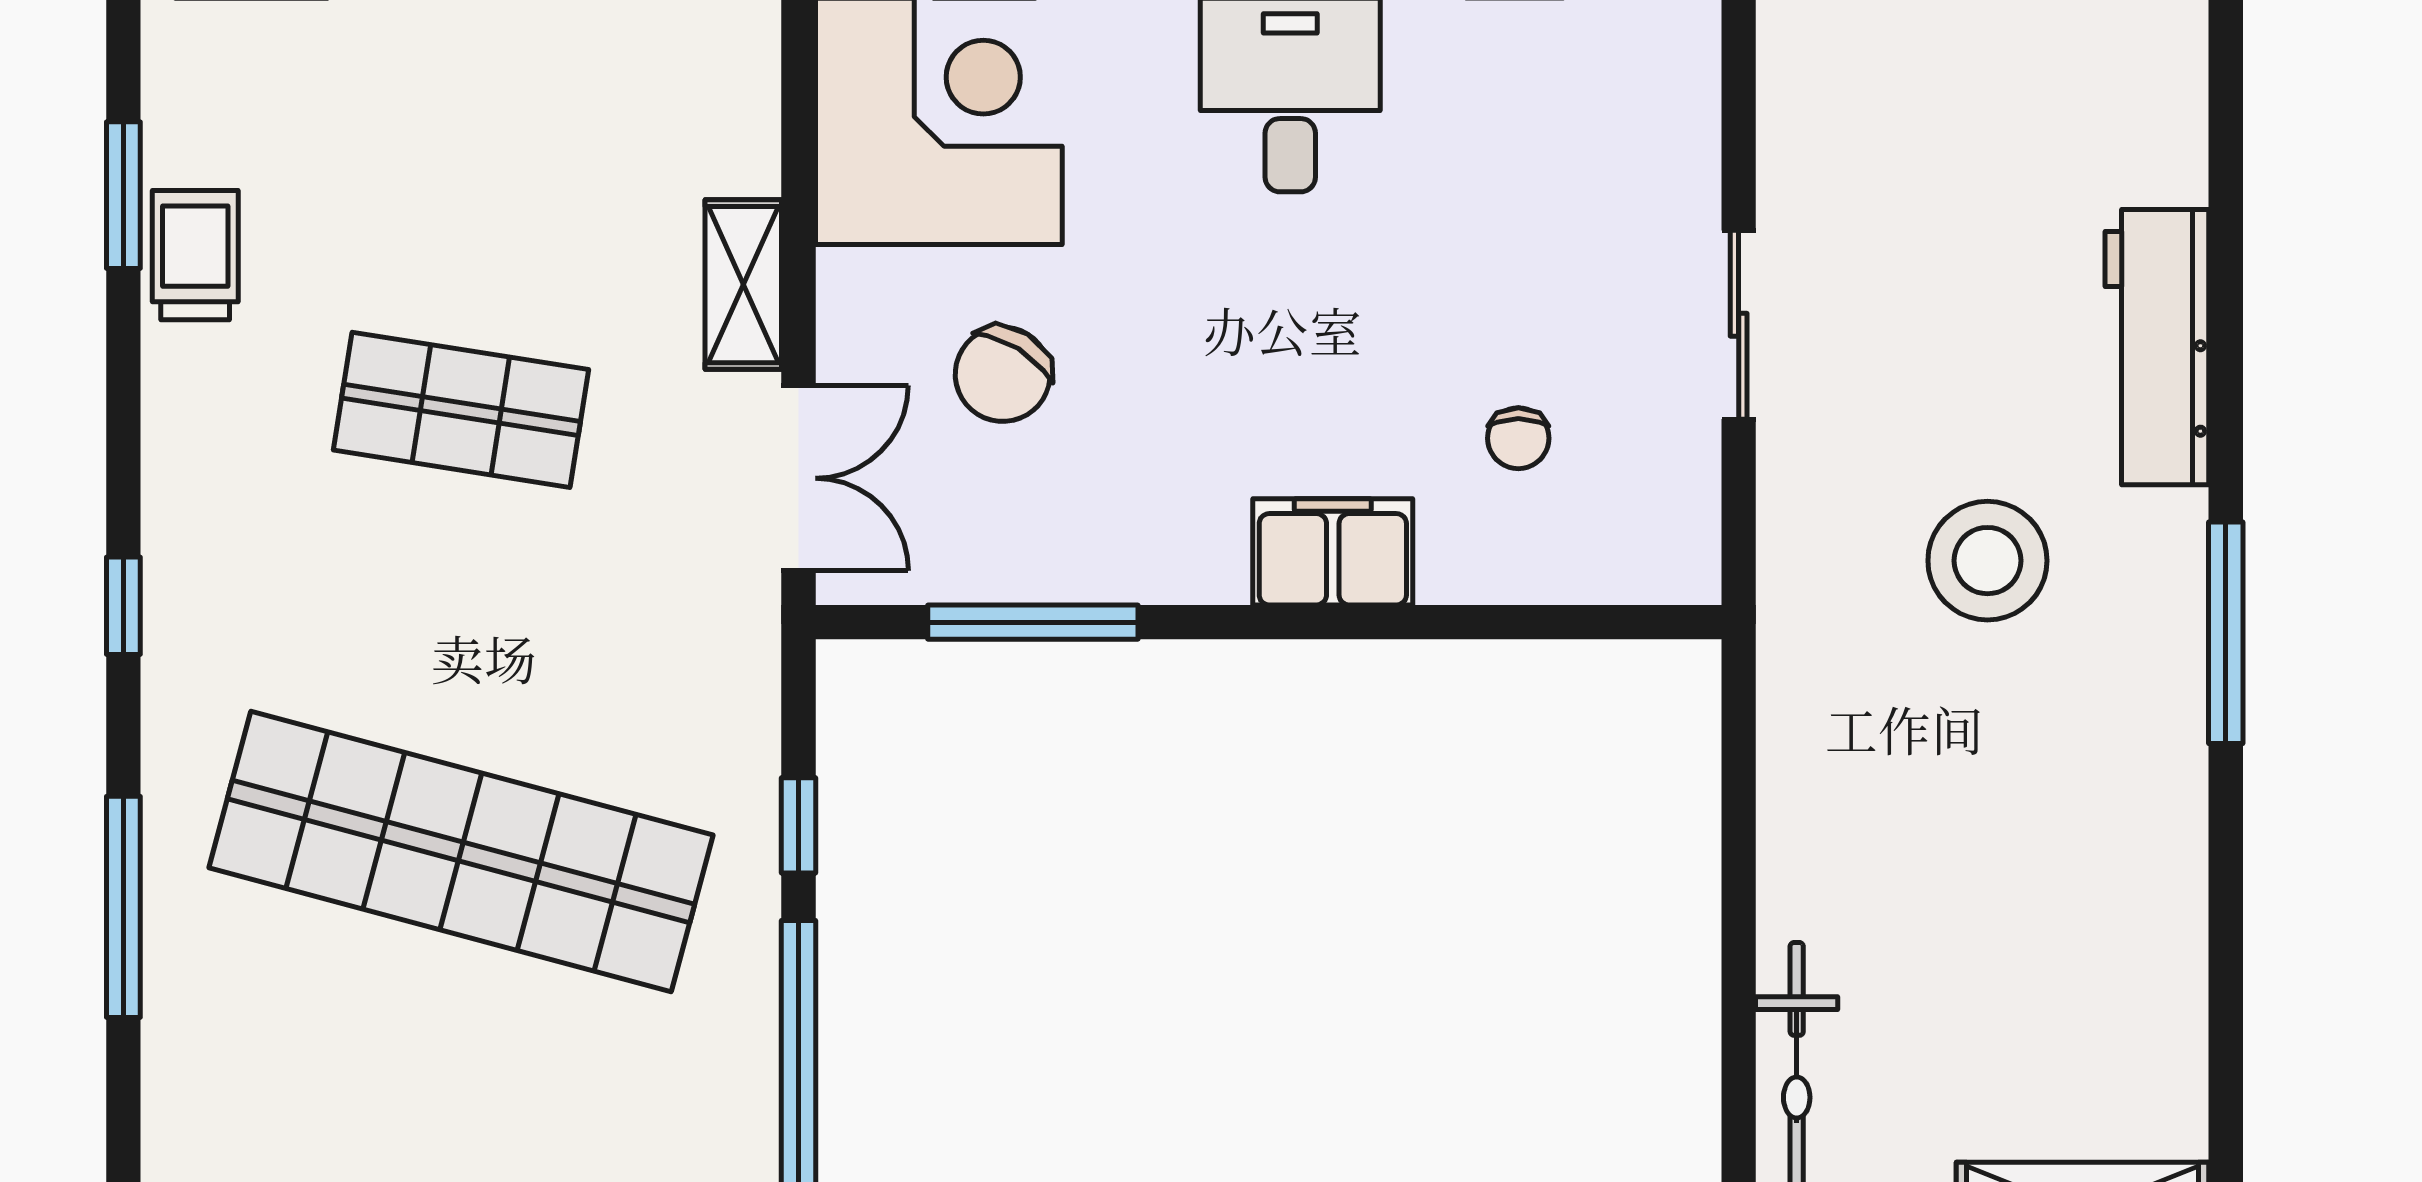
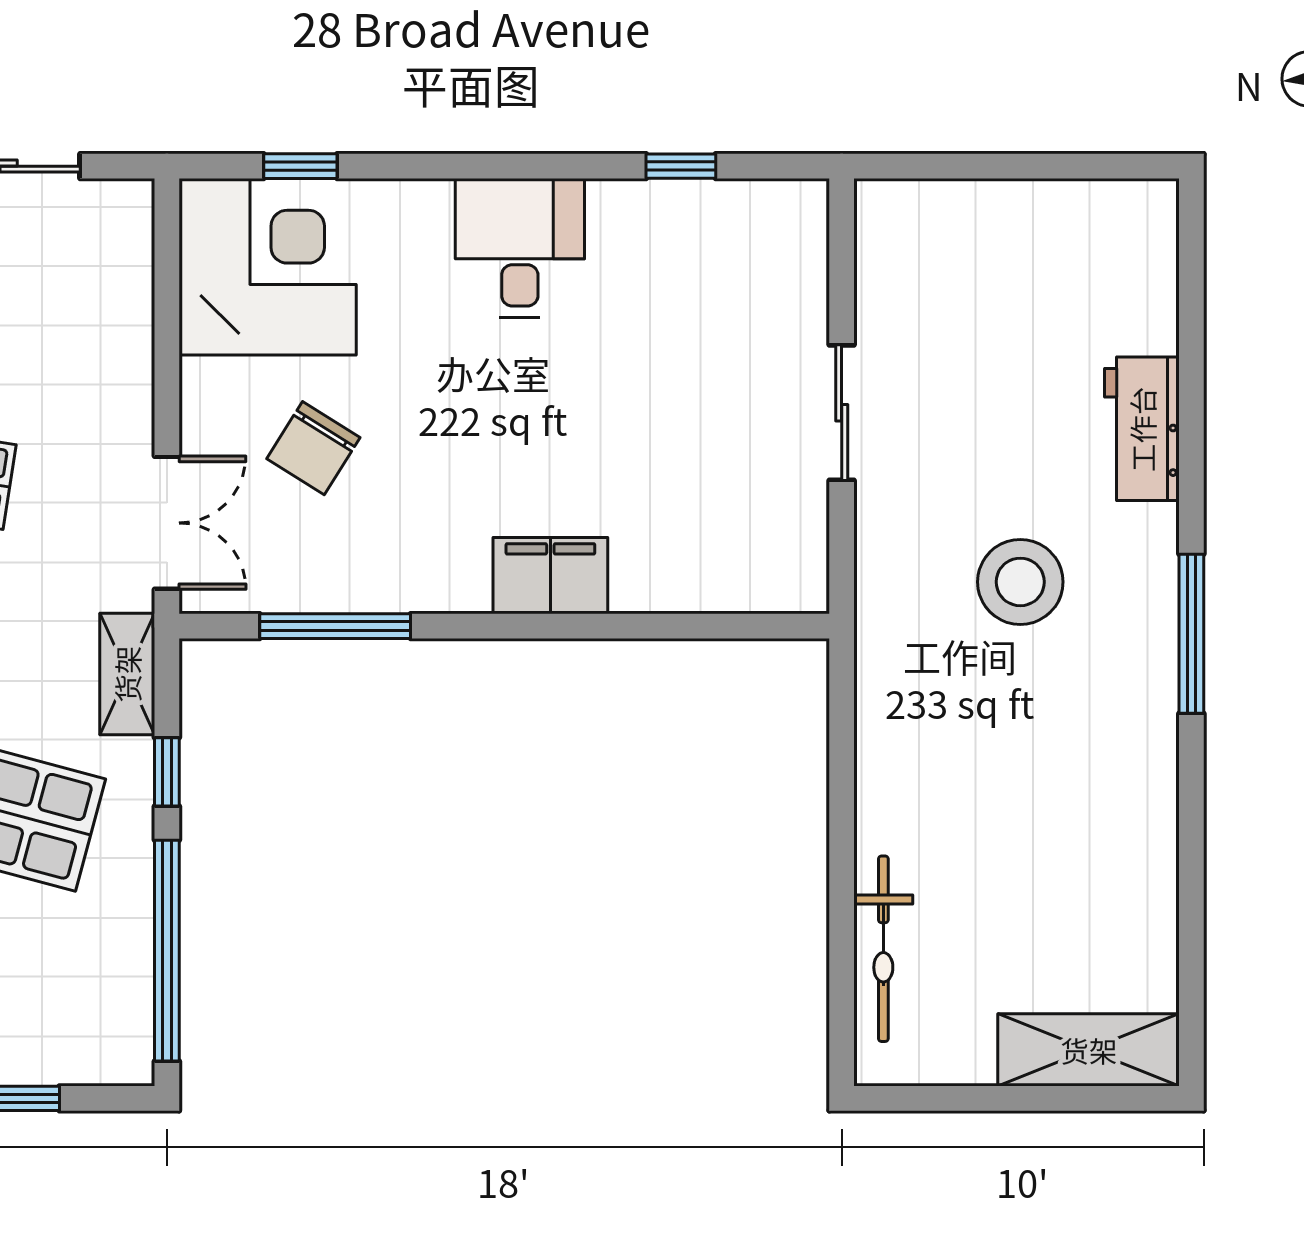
shelving: (743, 285) -> (127, 674), moved
workbench: (2157, 347) -> (1142, 429), width x0.73
chair: (1518, 438) -> (684, 494), removed

